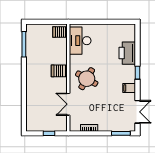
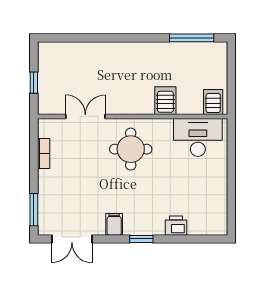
printer: (127, 53) -> (176, 226), width x0.53, depth x0.68
server rack: (59, 71) -> (165, 101), moved
round table: (87, 79) -> (131, 149), turned -30

